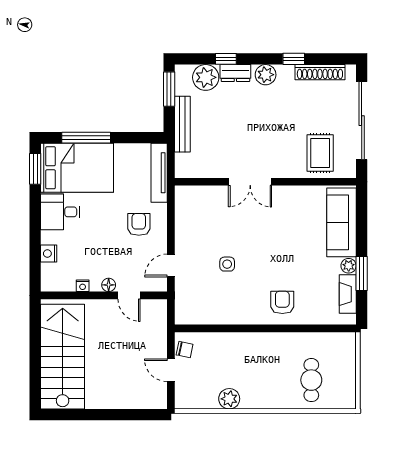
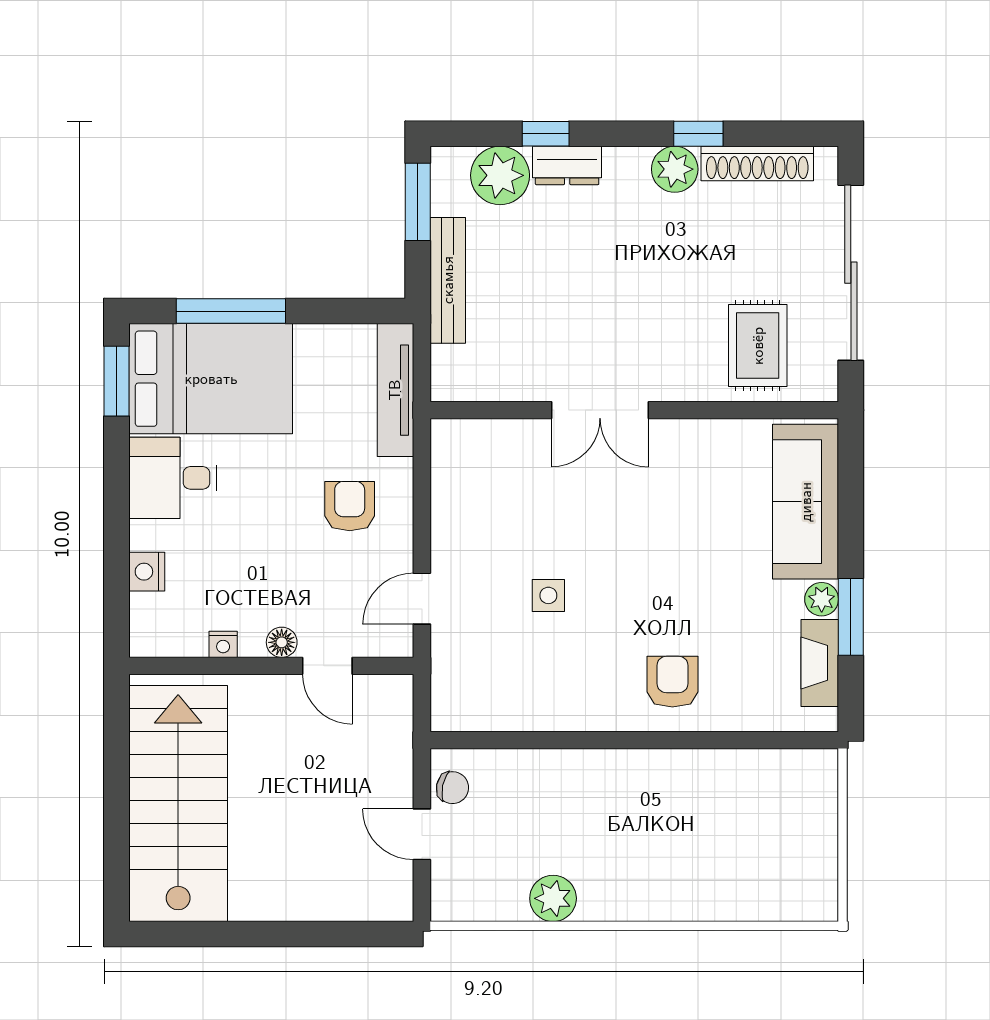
plant: (266, 75) -> (675, 169), moved
cafe table: (311, 380) -> (738, 856), removed

